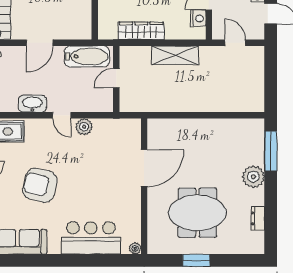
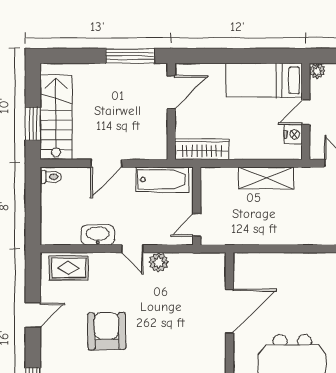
wardrobe: (141, 31) -> (202, 149), moved
door: (116, 78) -> (197, 225), moved
armchair: (40, 185) -> (107, 331), turned 76

